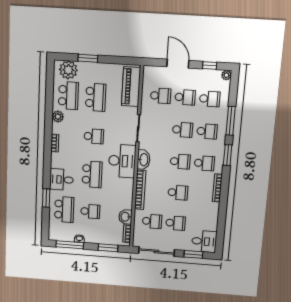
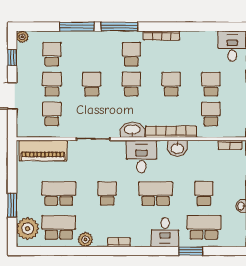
school desk: (207, 131) -> (92, 54), removed
window: (228, 155) -> (119, 27), width x1.44
desk: (122, 161) -> (141, 157), width x0.73
washbasin: (125, 217) -> (177, 148), moved

